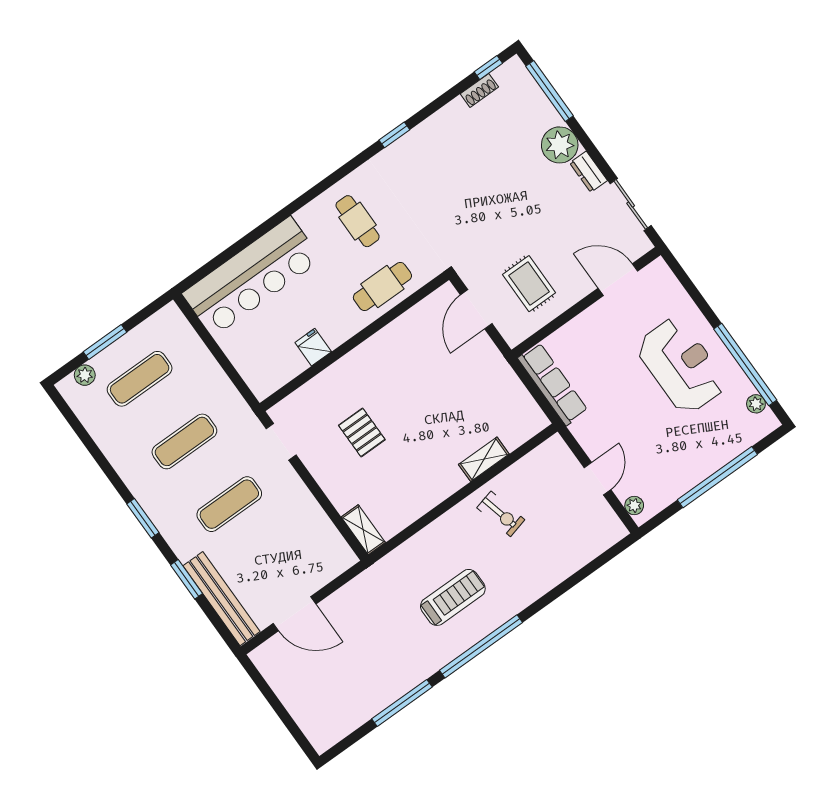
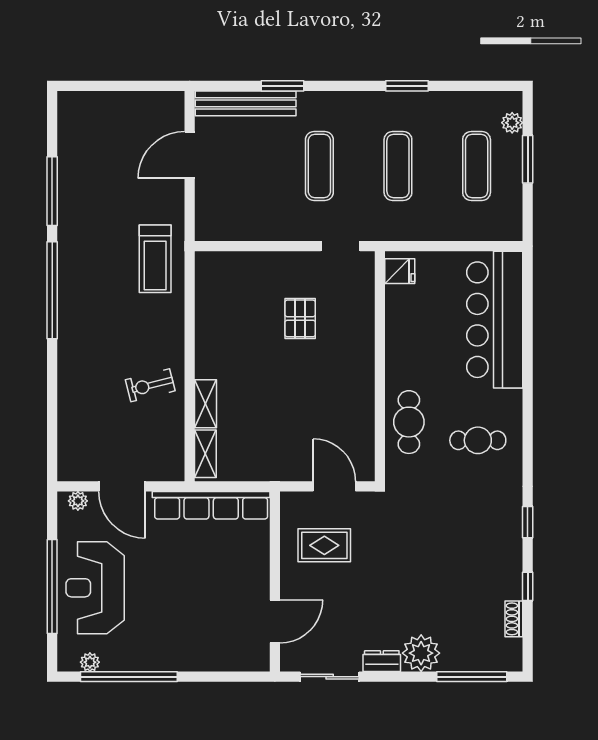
window: (488, 67) -> (528, 586), moved
fridge: (313, 347) -> (400, 271), moved
reception desk: (681, 365) -> (95, 588), moved, turned 90
row of seats: (553, 384) -> (211, 505), width x1.36
pallet: (362, 432) -> (300, 318), turned 90
door: (597, 479) -> (122, 486), width x1.38
window: (143, 518) -> (407, 86), moved
shelving: (363, 530) -> (205, 454), moved, turned 90
treadmill: (453, 597) -> (155, 259), moved

